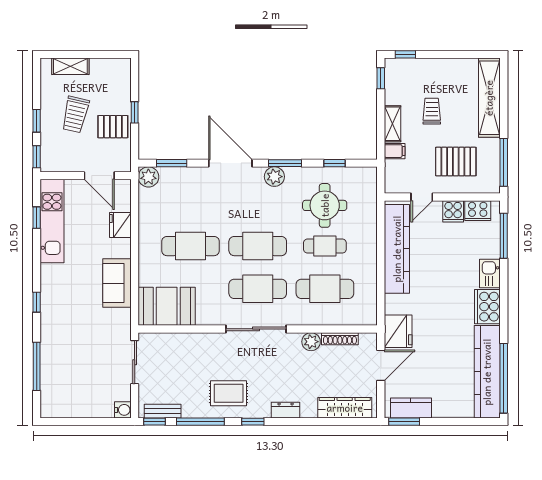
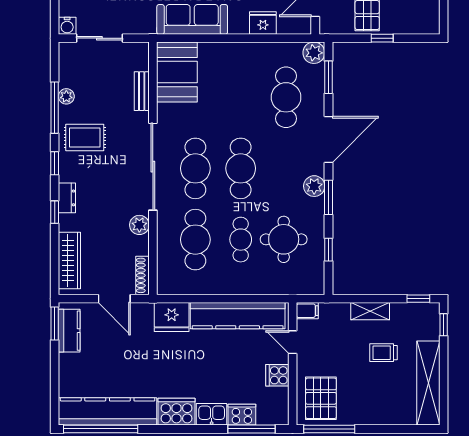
shelving: (489, 98) -> (428, 383), moved, turned 90
trolley: (432, 111) -> (384, 353), turned 180
filing cabinet: (395, 151) -> (307, 311), moved, turned -90
pallet: (456, 162) -> (321, 398), moved
cooker: (478, 211) -> (242, 415), moved, turned 90
cafe table: (191, 246) -> (286, 97), moved
sofa: (117, 283) -> (192, 19), width x1.36
sliding door: (256, 329) -> (153, 167), width x1.36
fridge: (398, 331) -> (172, 317), moved
shoe rack: (340, 339) -> (143, 275), moved
sliding door: (135, 362) -> (99, 38), moved
rug: (229, 393) -> (85, 138), turned 90
bench: (163, 411) -> (142, 91), moved
plant: (190, 411) -> (66, 96), added
window: (154, 422) -> (55, 212), moved

